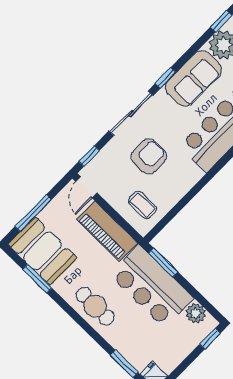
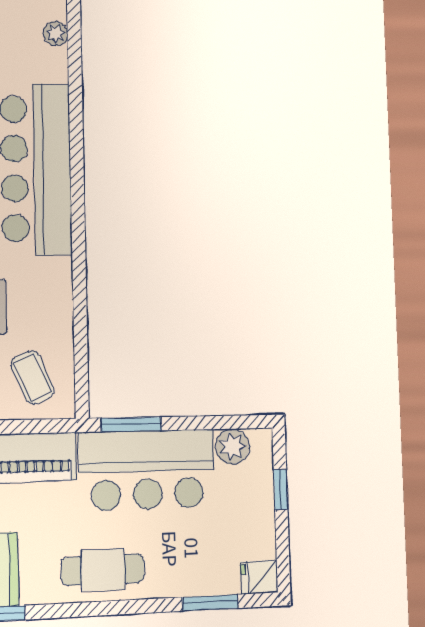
coffee table: (142, 205) -> (33, 378), turned 66
window: (210, 339) -> (281, 489), moved

